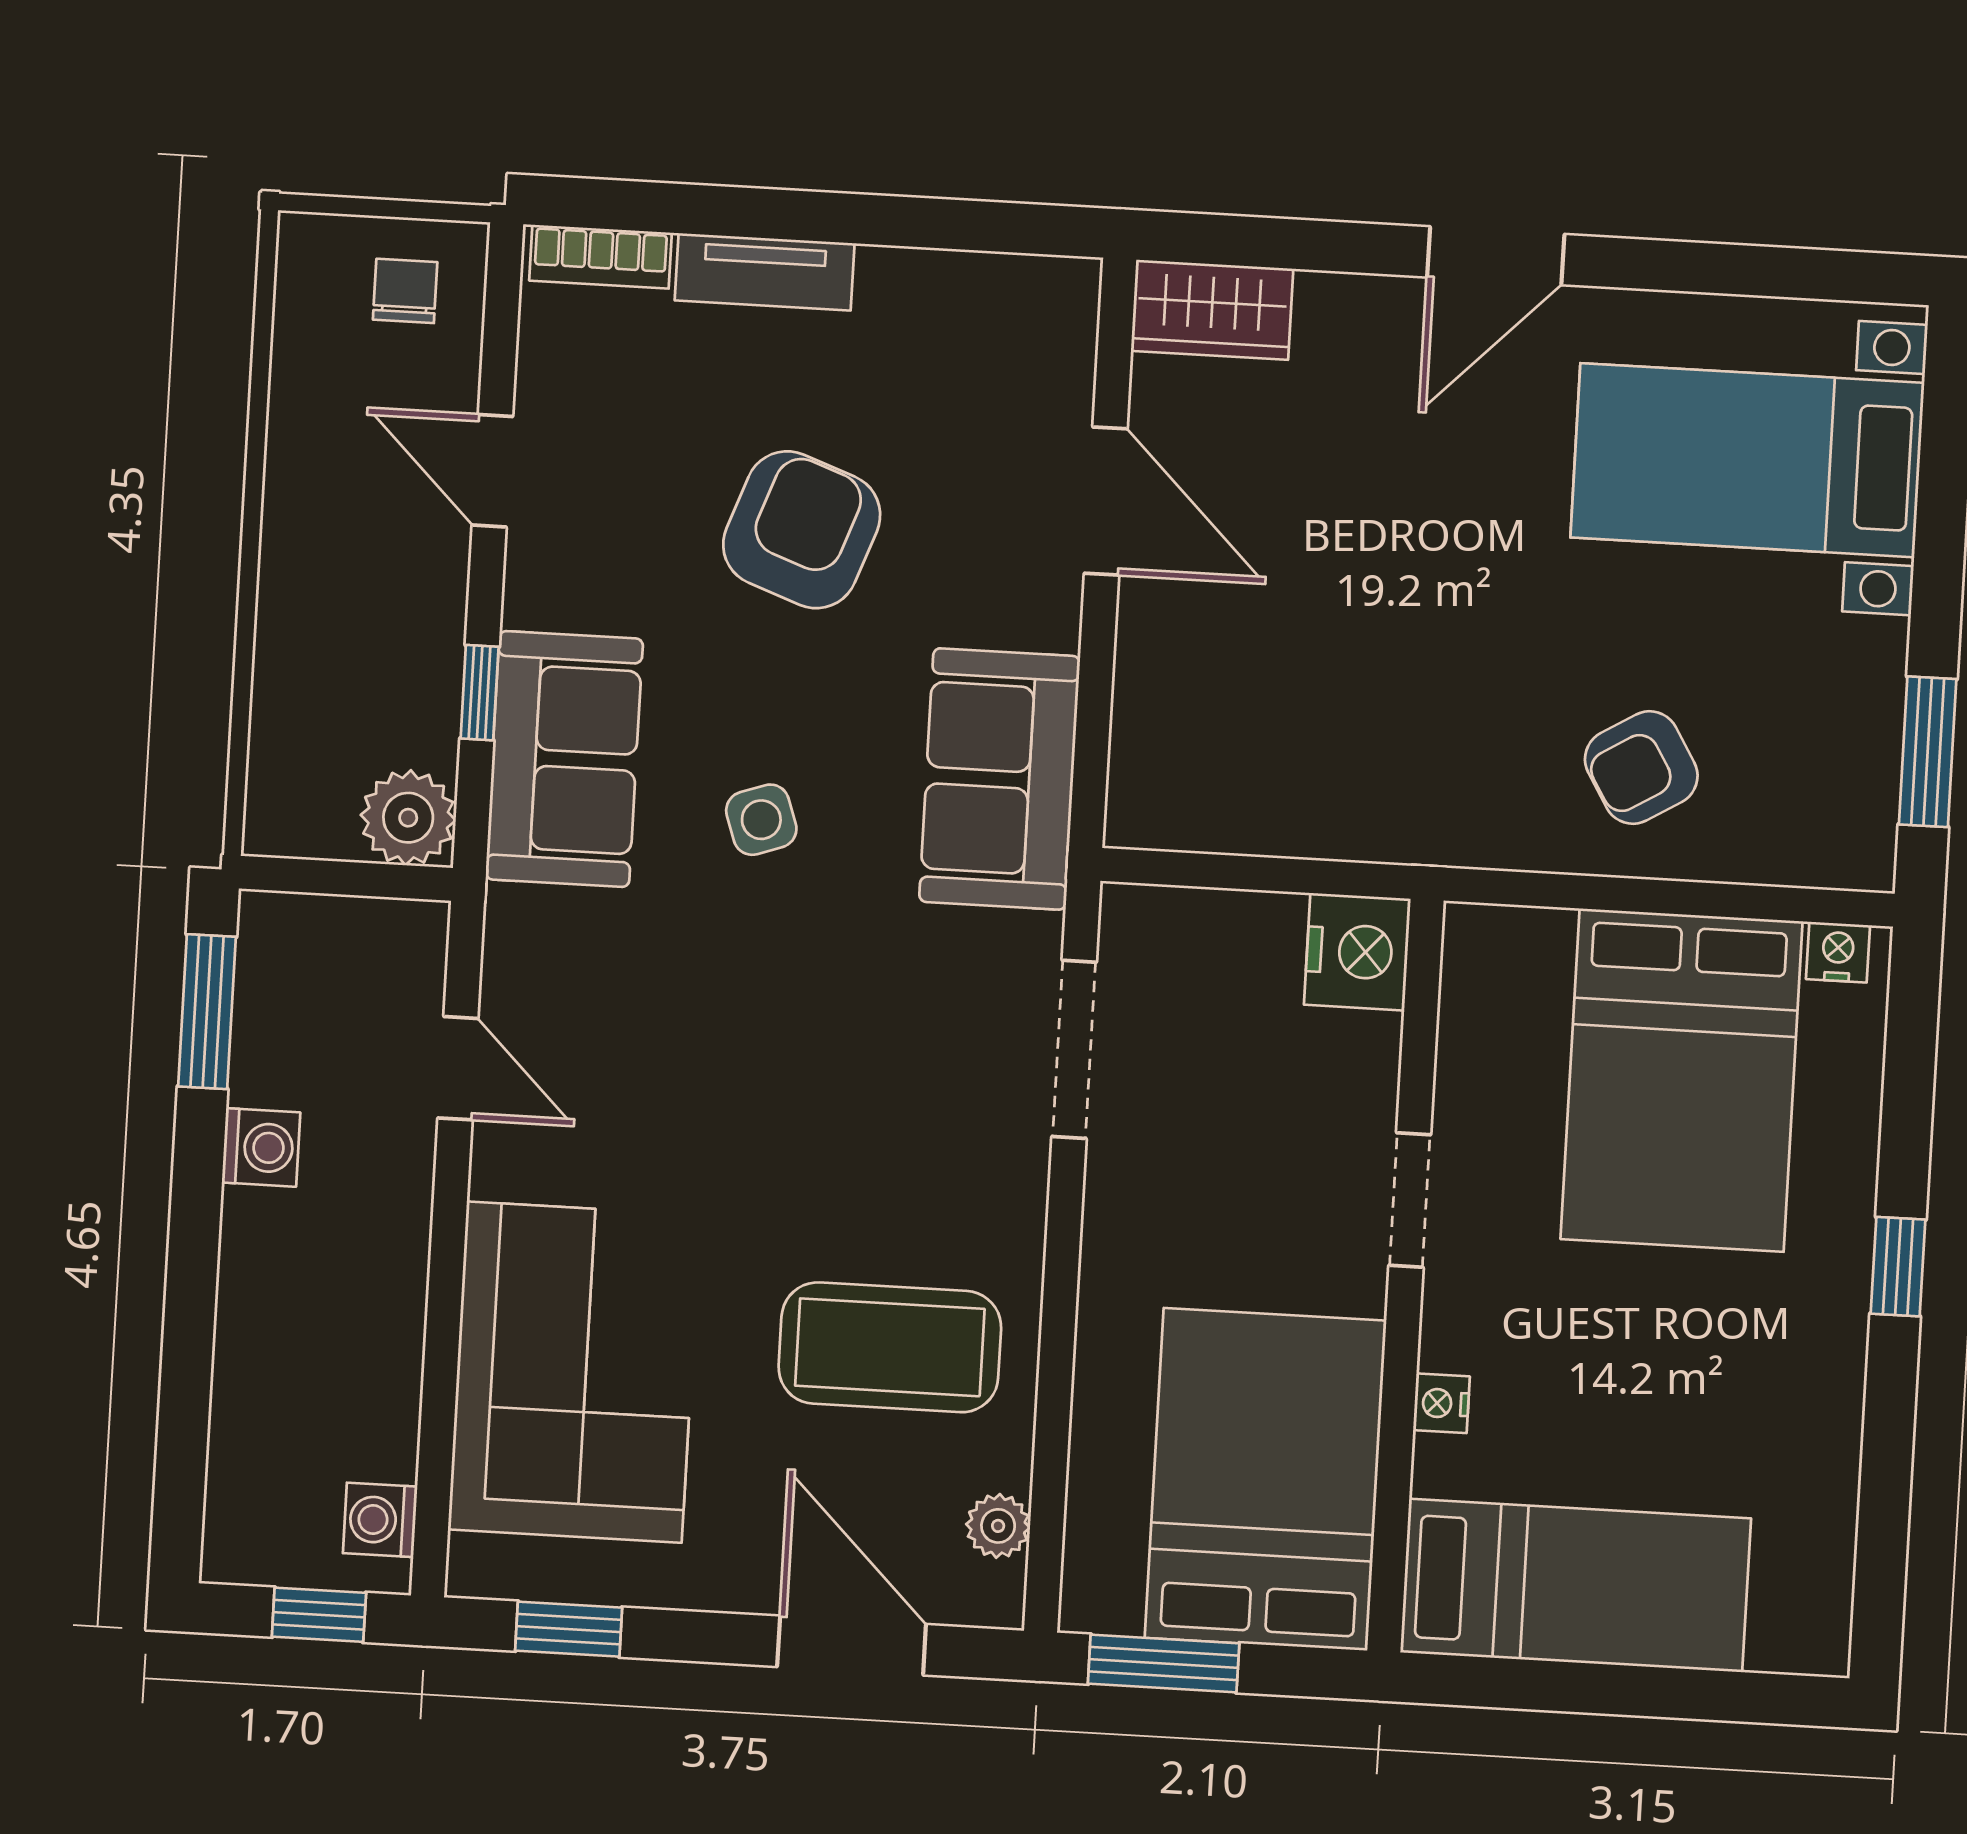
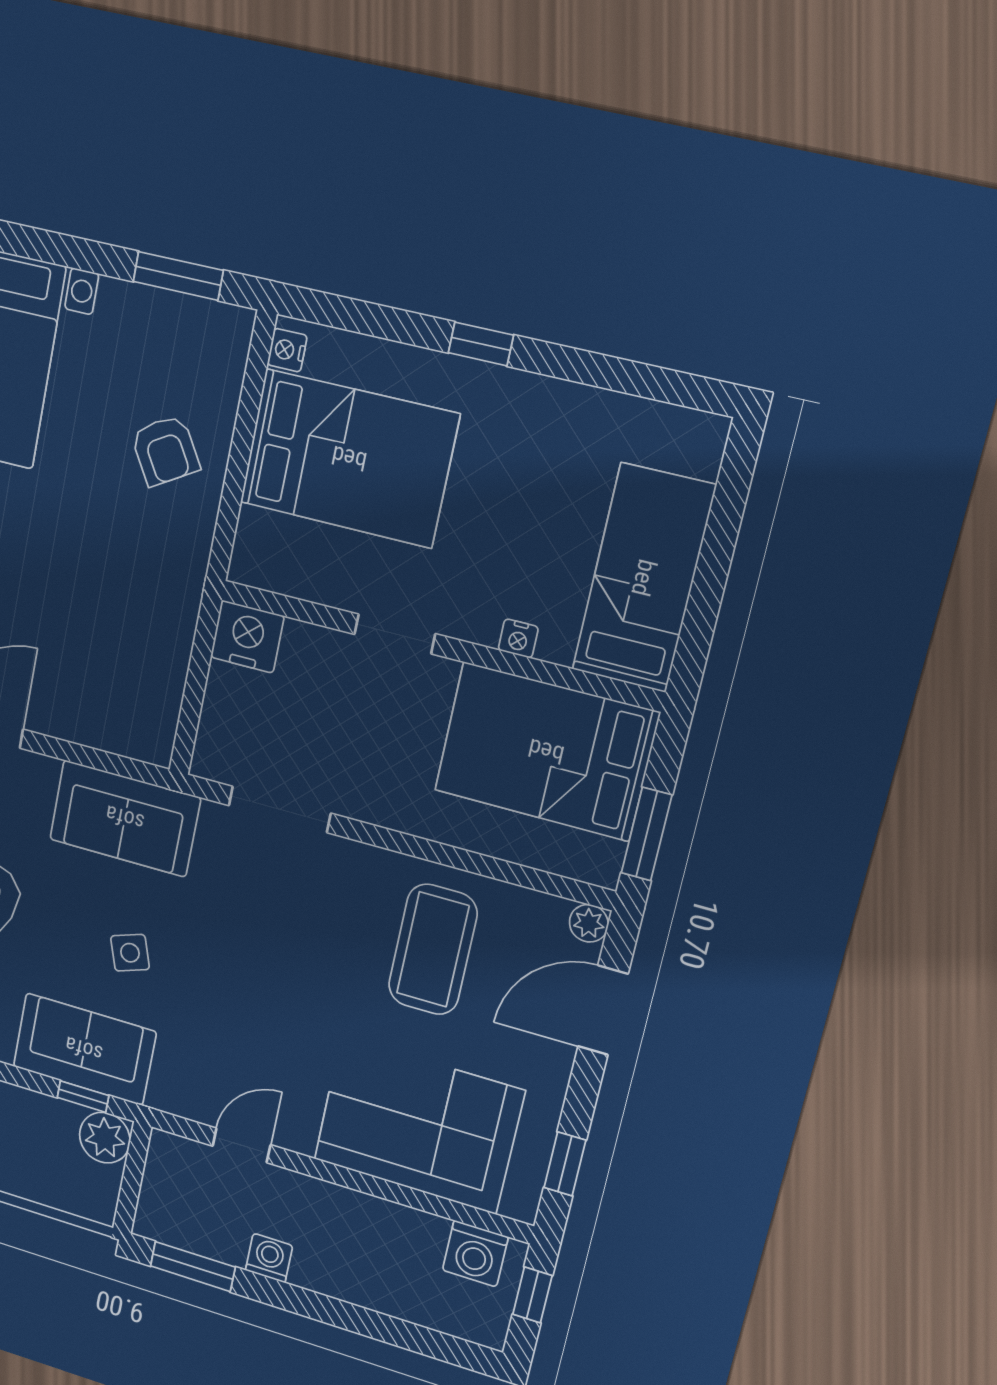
window: (480, 693) -> (83, 1097), moved
washing machine: (380, 1520) -> (475, 1254), width x1.38, depth x1.38
plant: (998, 1526) -> (589, 923), moved

